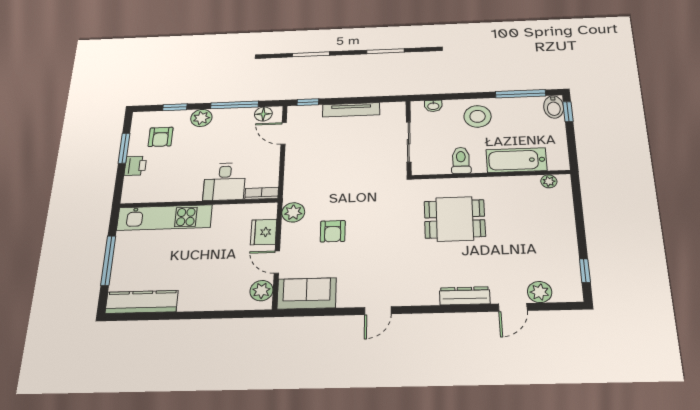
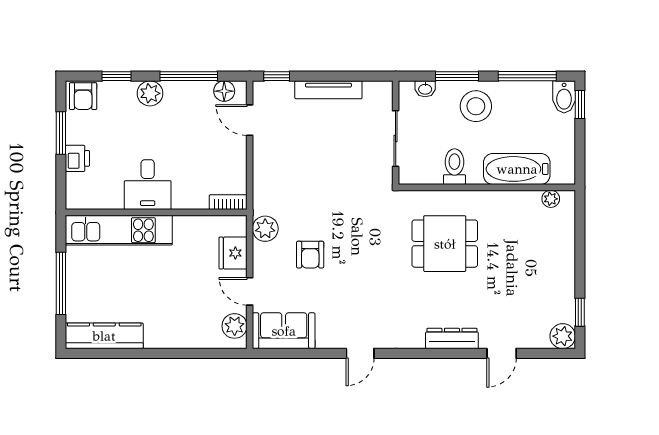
window: (460, 96) -> (457, 76), added
armchair: (161, 137) -> (83, 96), moved
desk: (224, 182) -> (148, 185), moved
plant: (540, 292) -> (563, 336), moved

